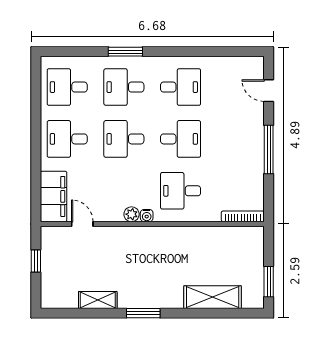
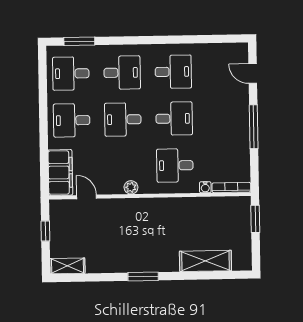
window: (125, 52) -> (79, 41), moved
desk: (124, 87) -> (122, 73), turned 180
water cooler: (147, 216) -> (205, 187), moved
window: (269, 282) -> (255, 219), moved
shelving: (98, 300) -> (67, 266), moved

